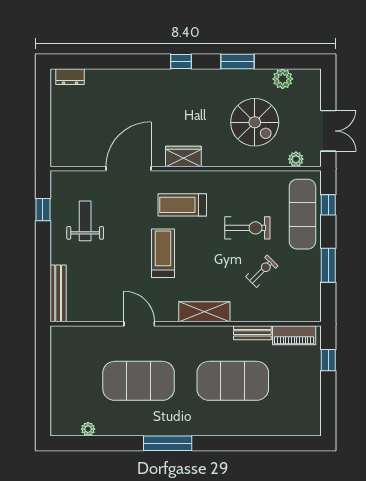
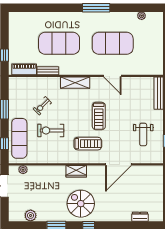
dresser: (70, 77) -> (140, 217), moved
spiral stairs: (255, 122) -> (81, 204), moved
wardrobe: (183, 156) -> (76, 171), moved

